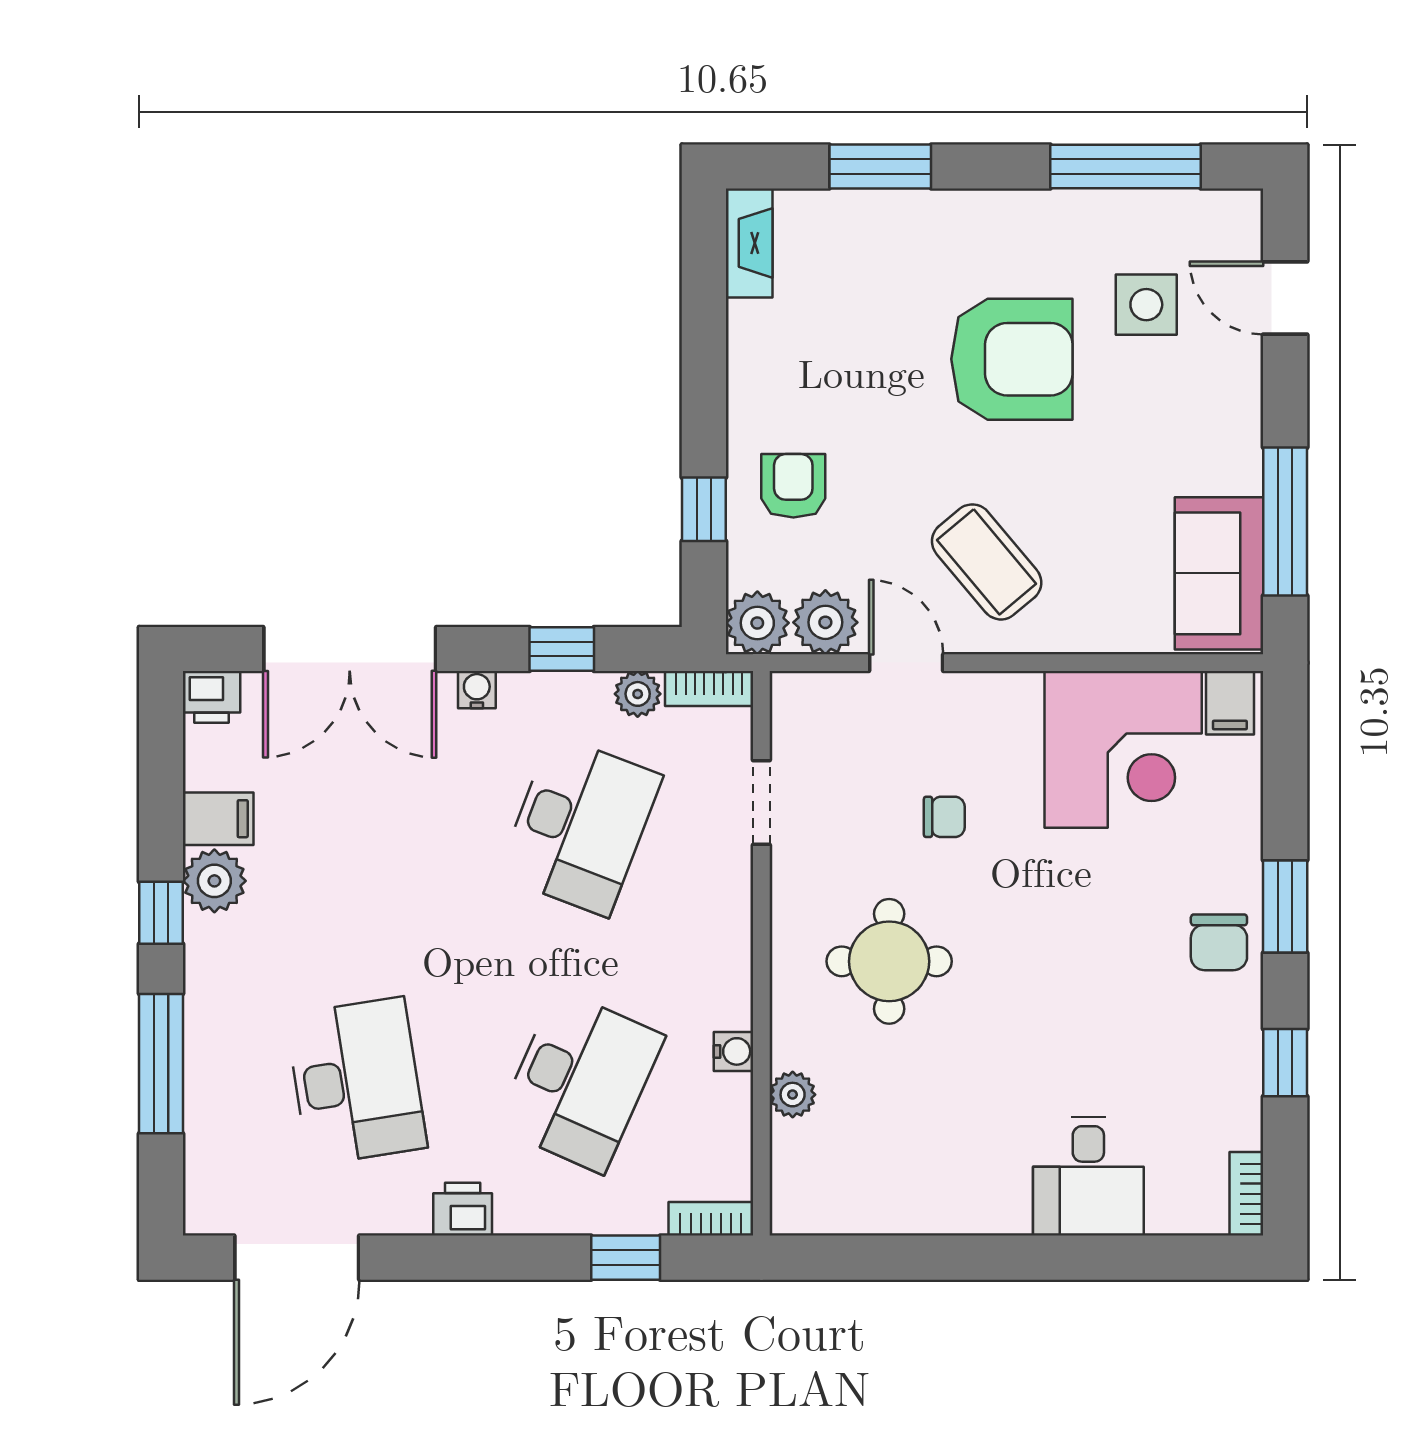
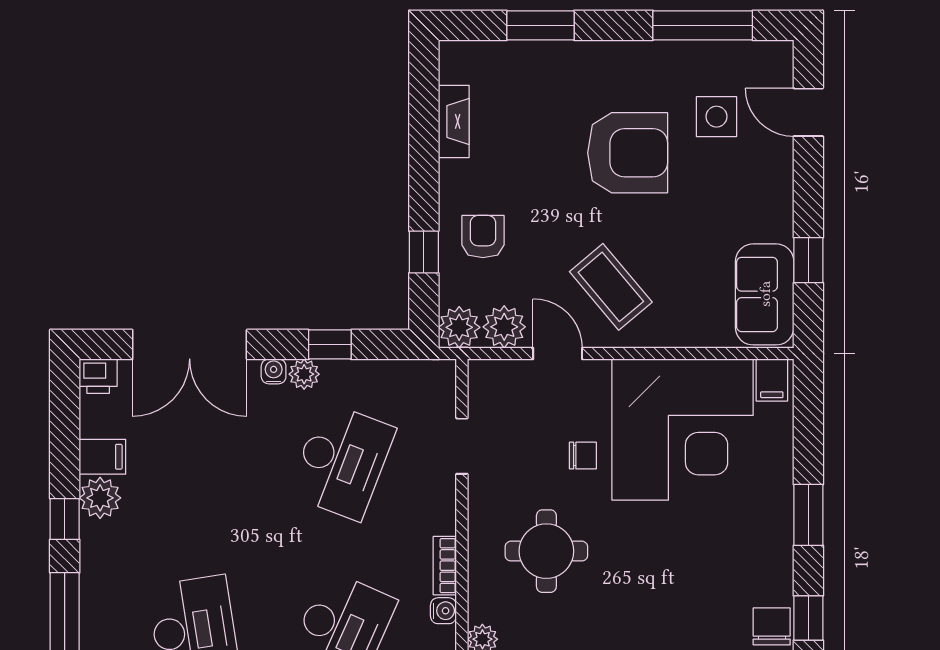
fireplace: (749, 243) -> (454, 121), moved
window: (1285, 521) -> (808, 260), width x0.46
bookcase: (709, 689) -> (445, 566), moved, turned 90
plant: (638, 694) -> (304, 374), moved
corner desk: (1123, 749) -> (683, 430), width x1.36, depth x1.36
chair: (1219, 942) -> (772, 626), moved, turned 180

